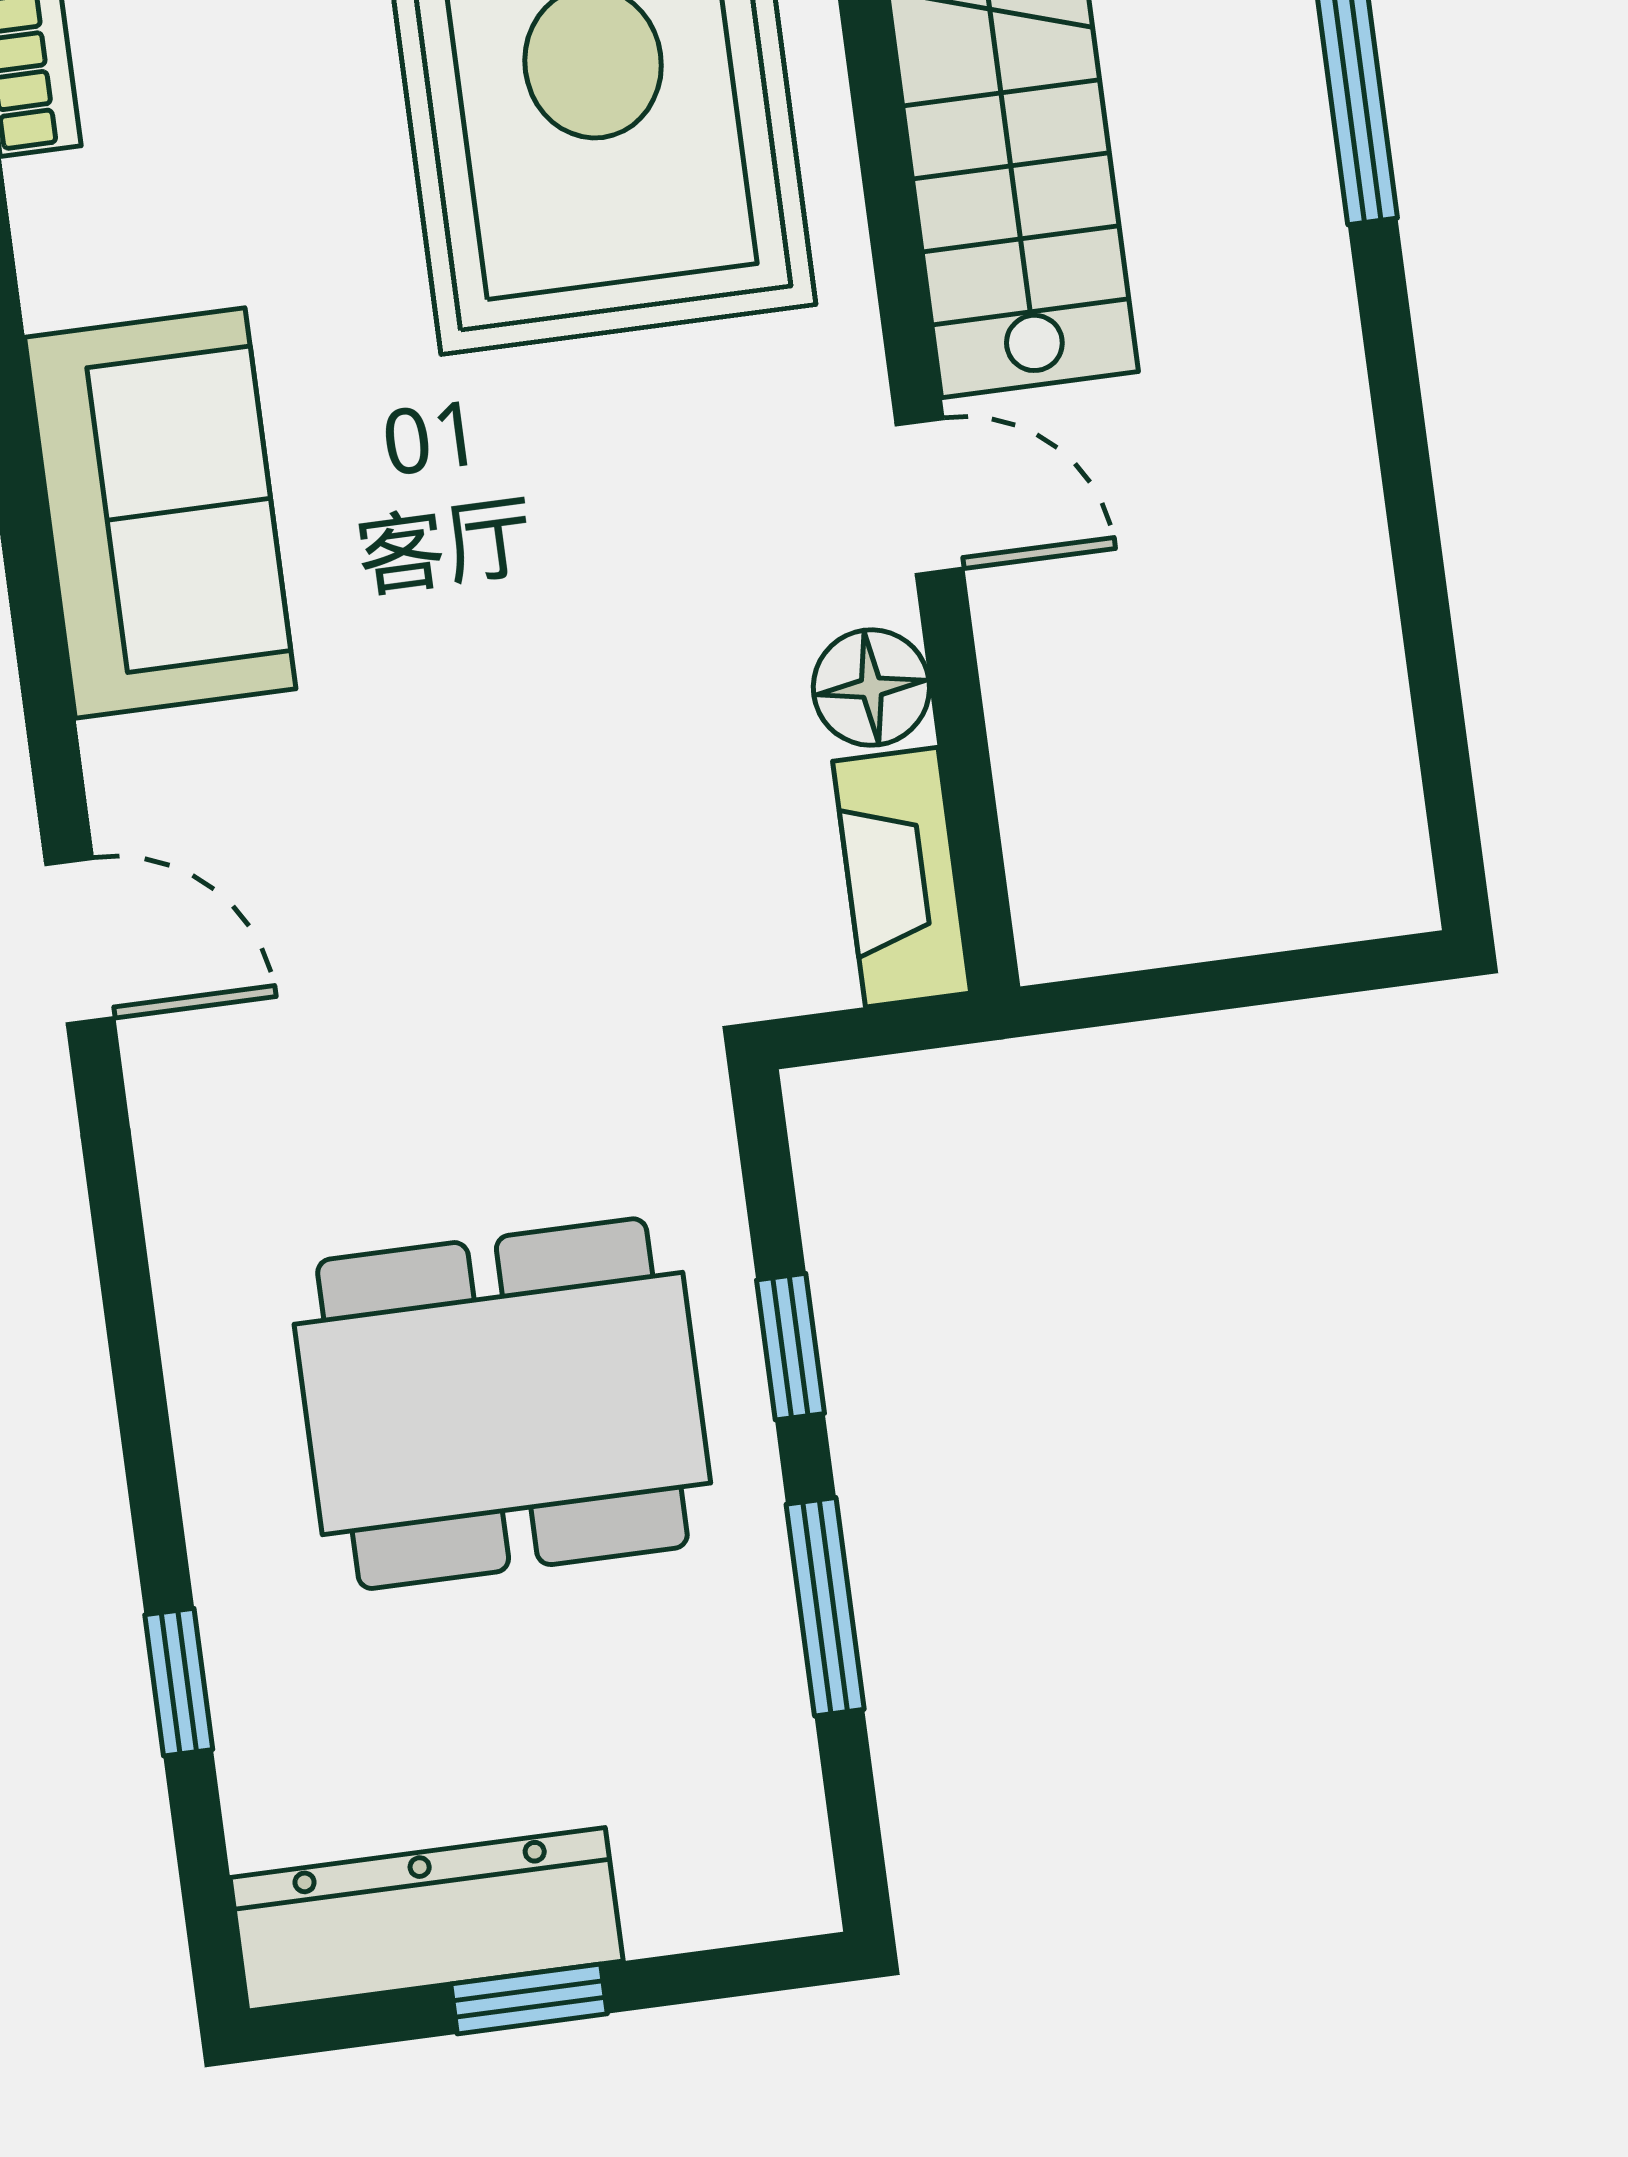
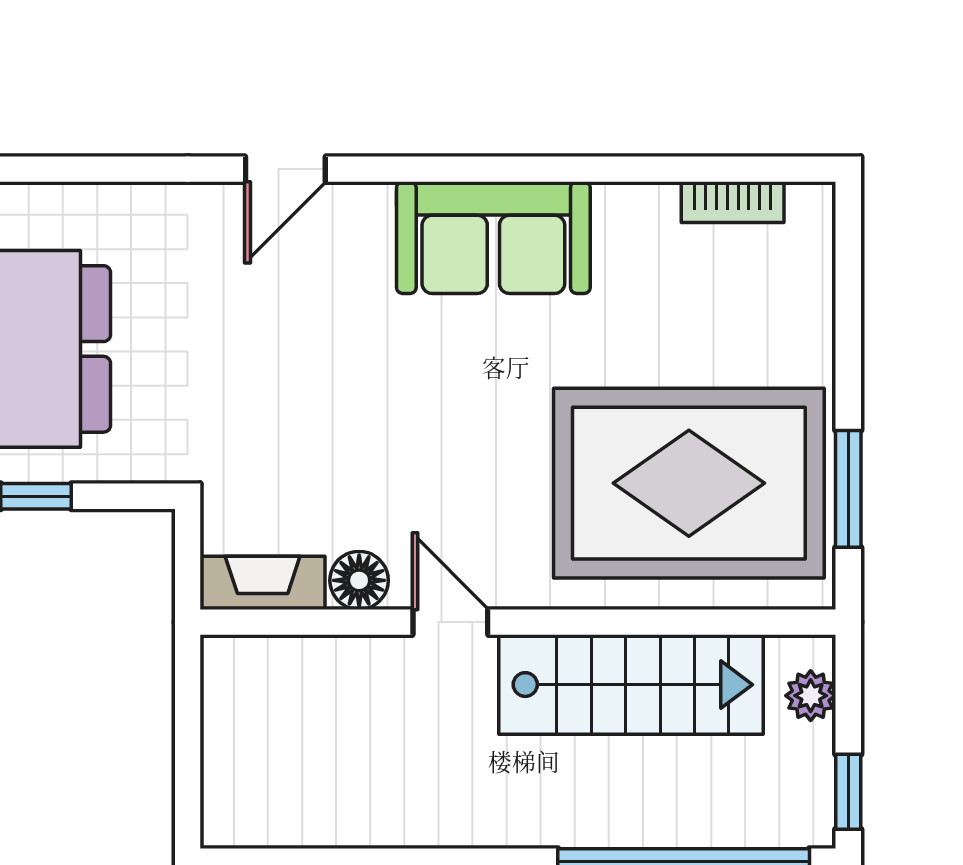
door: (930, 496) -> (450, 622), swing flipped

